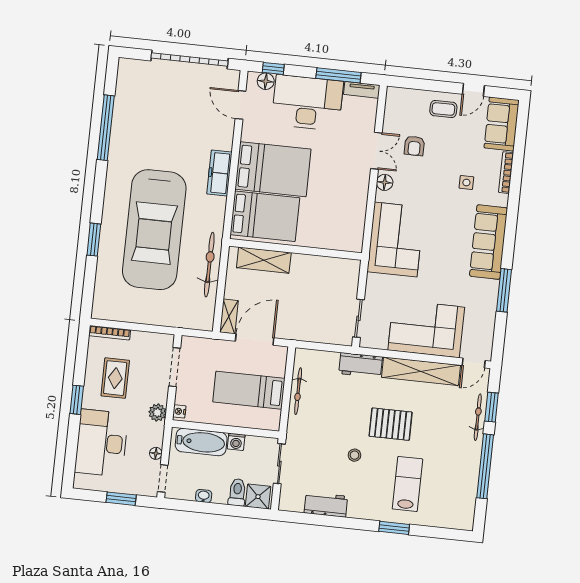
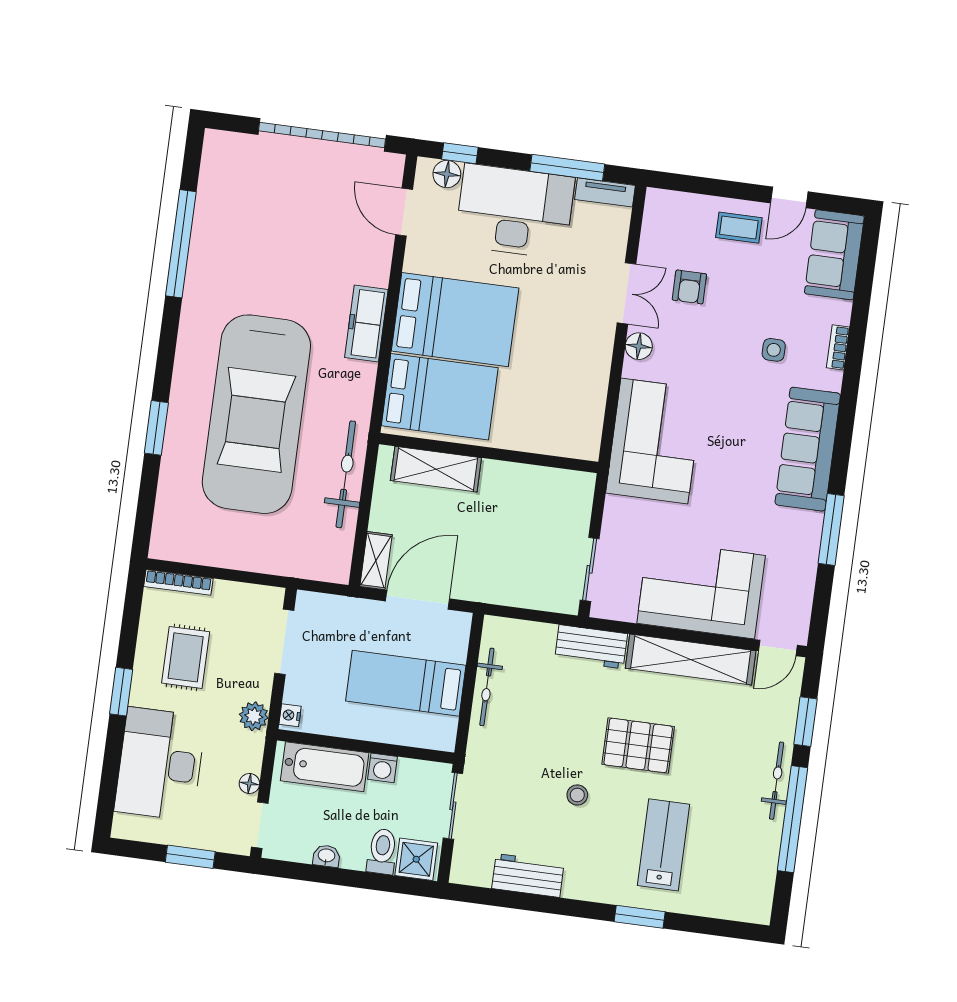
bookcase: (506, 173) -> (838, 347), width x0.64
bicycle: (478, 417) -> (777, 781), moved

